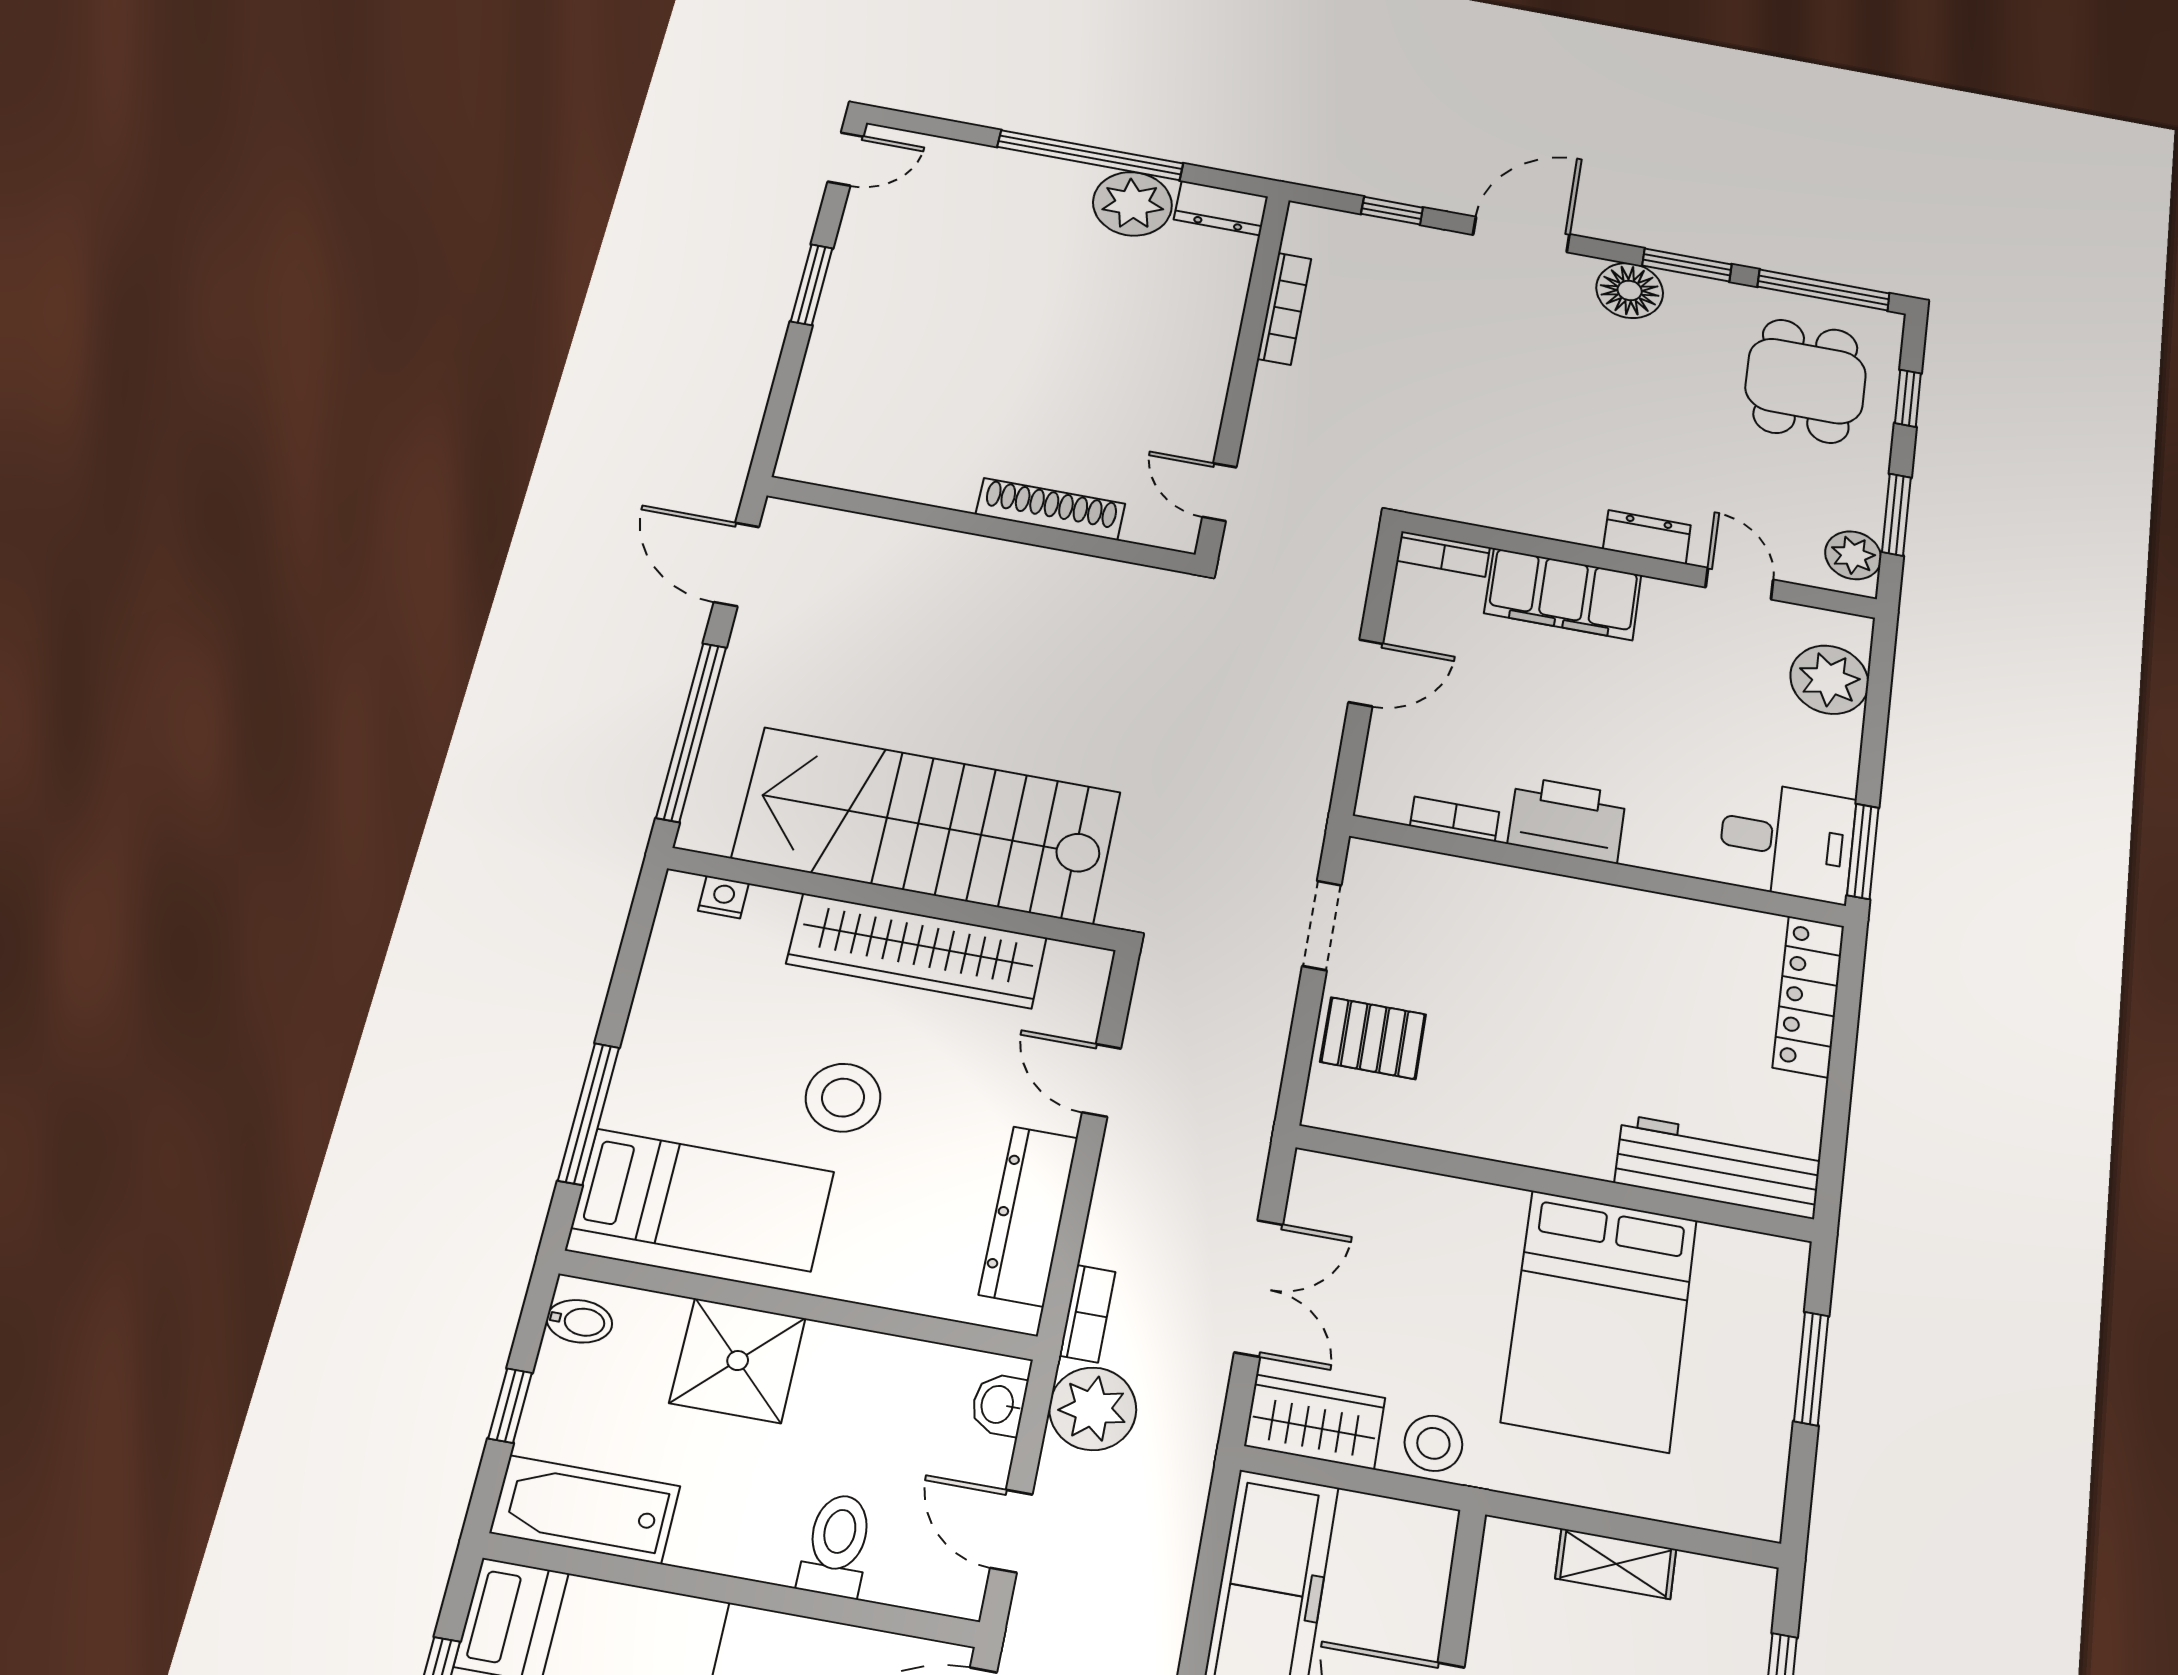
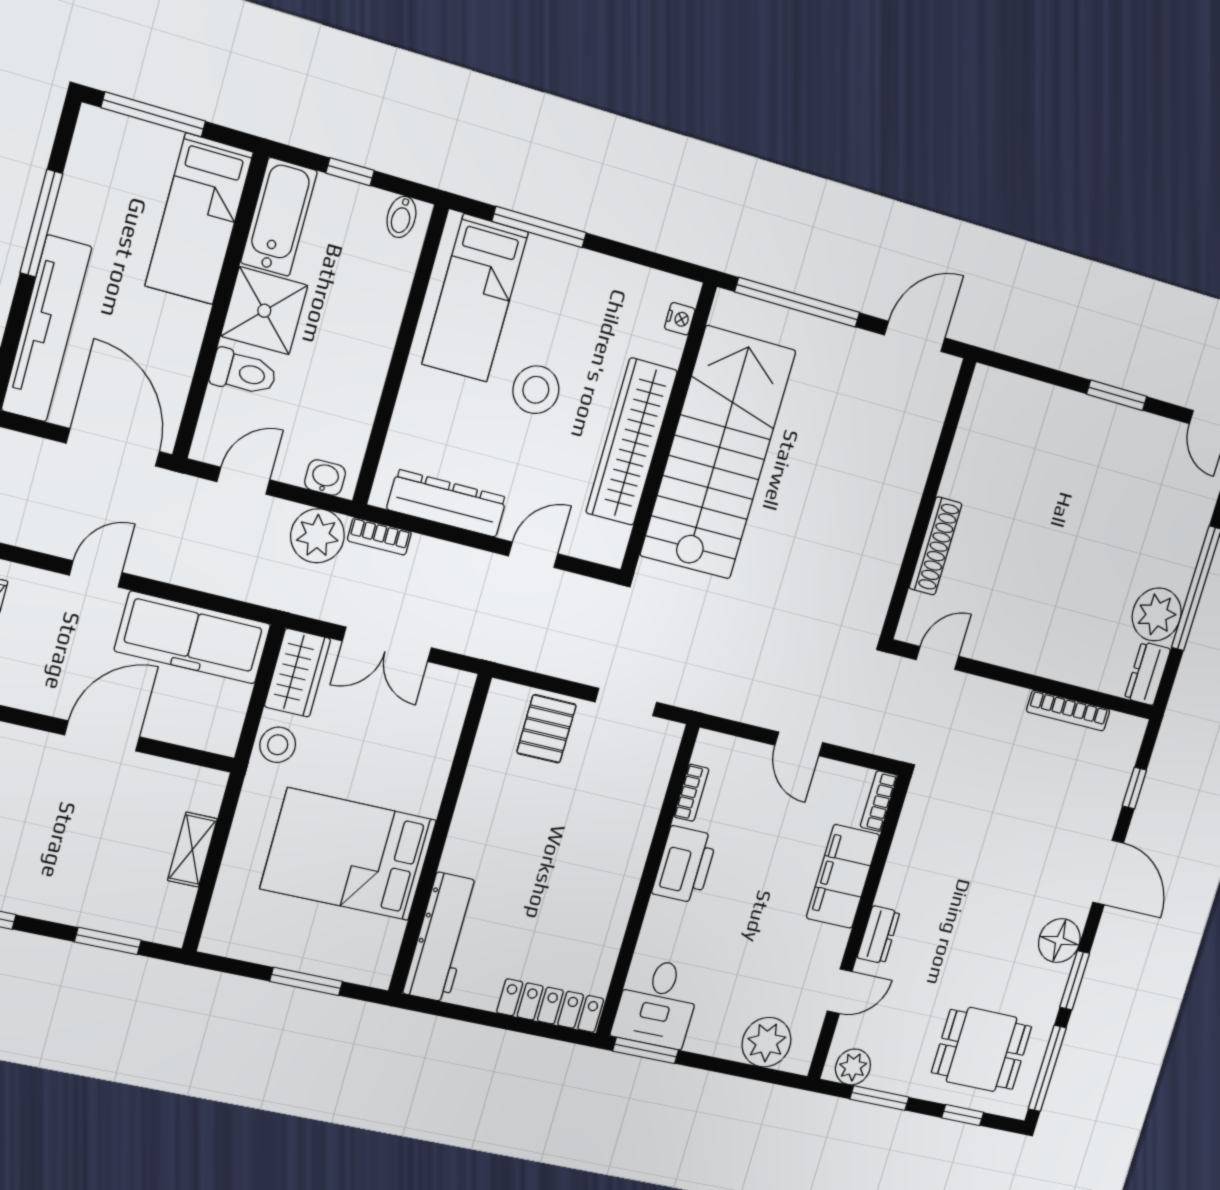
shower: (738, 1361) -> (264, 311), moved

